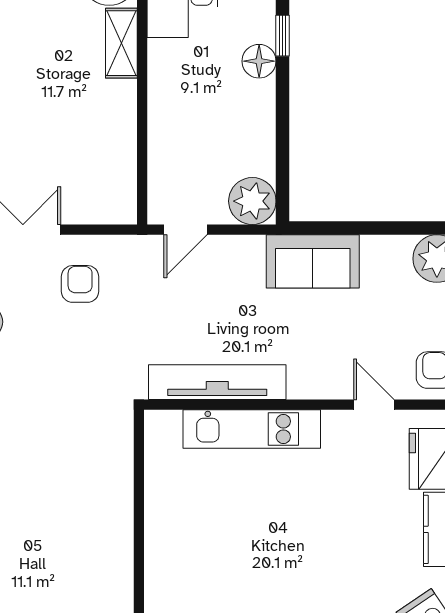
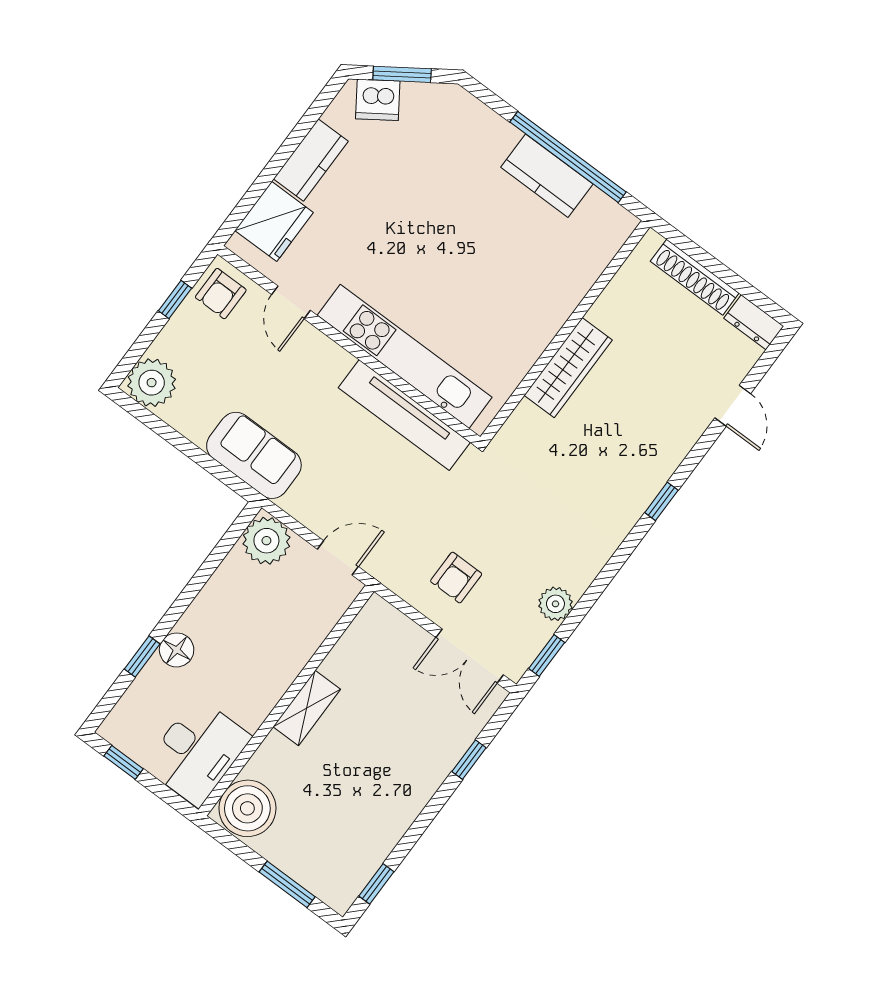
shelving: (121, 43) -> (307, 708), moved
kitchen unit: (252, 429) -> (405, 356), width x1.36
wardrobe: (115, 517) -> (568, 368), added

